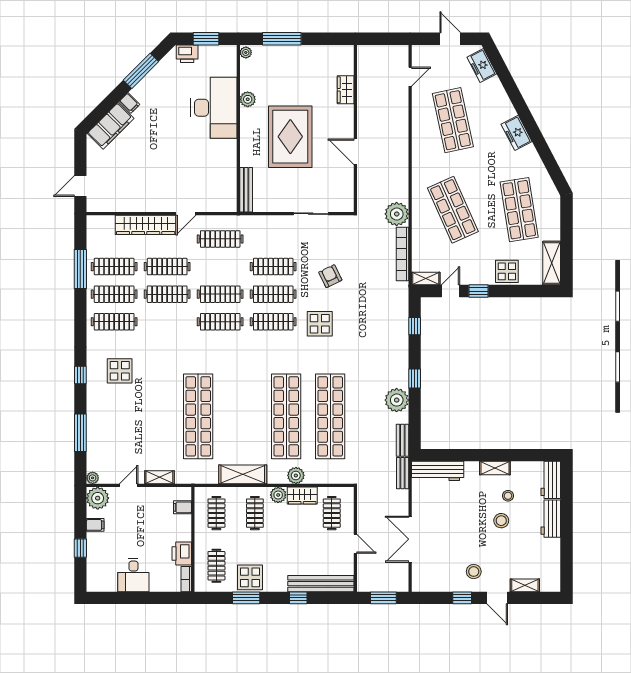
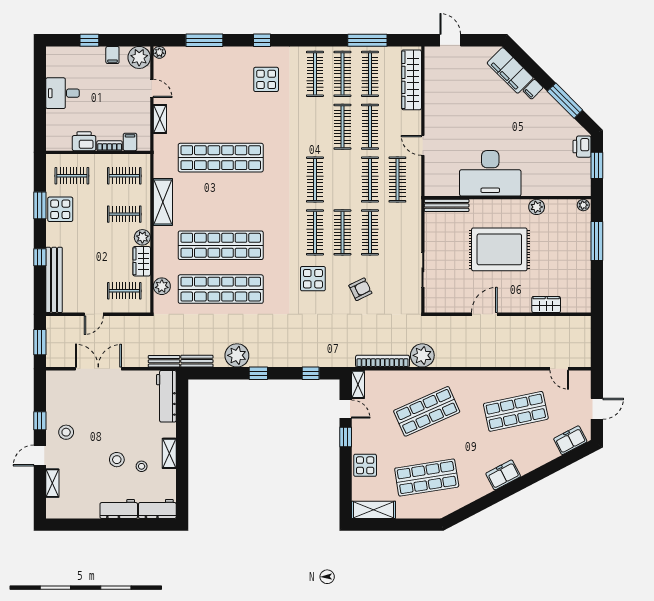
desk: (214, 108) -> (490, 173), moved
wardrobe: (146, 225) -> (412, 80), moved
clothes rail: (220, 294) -> (370, 180), moved
plant: (296, 475) -> (162, 286), moved
bookcase: (186, 579) -> (110, 146), moved

